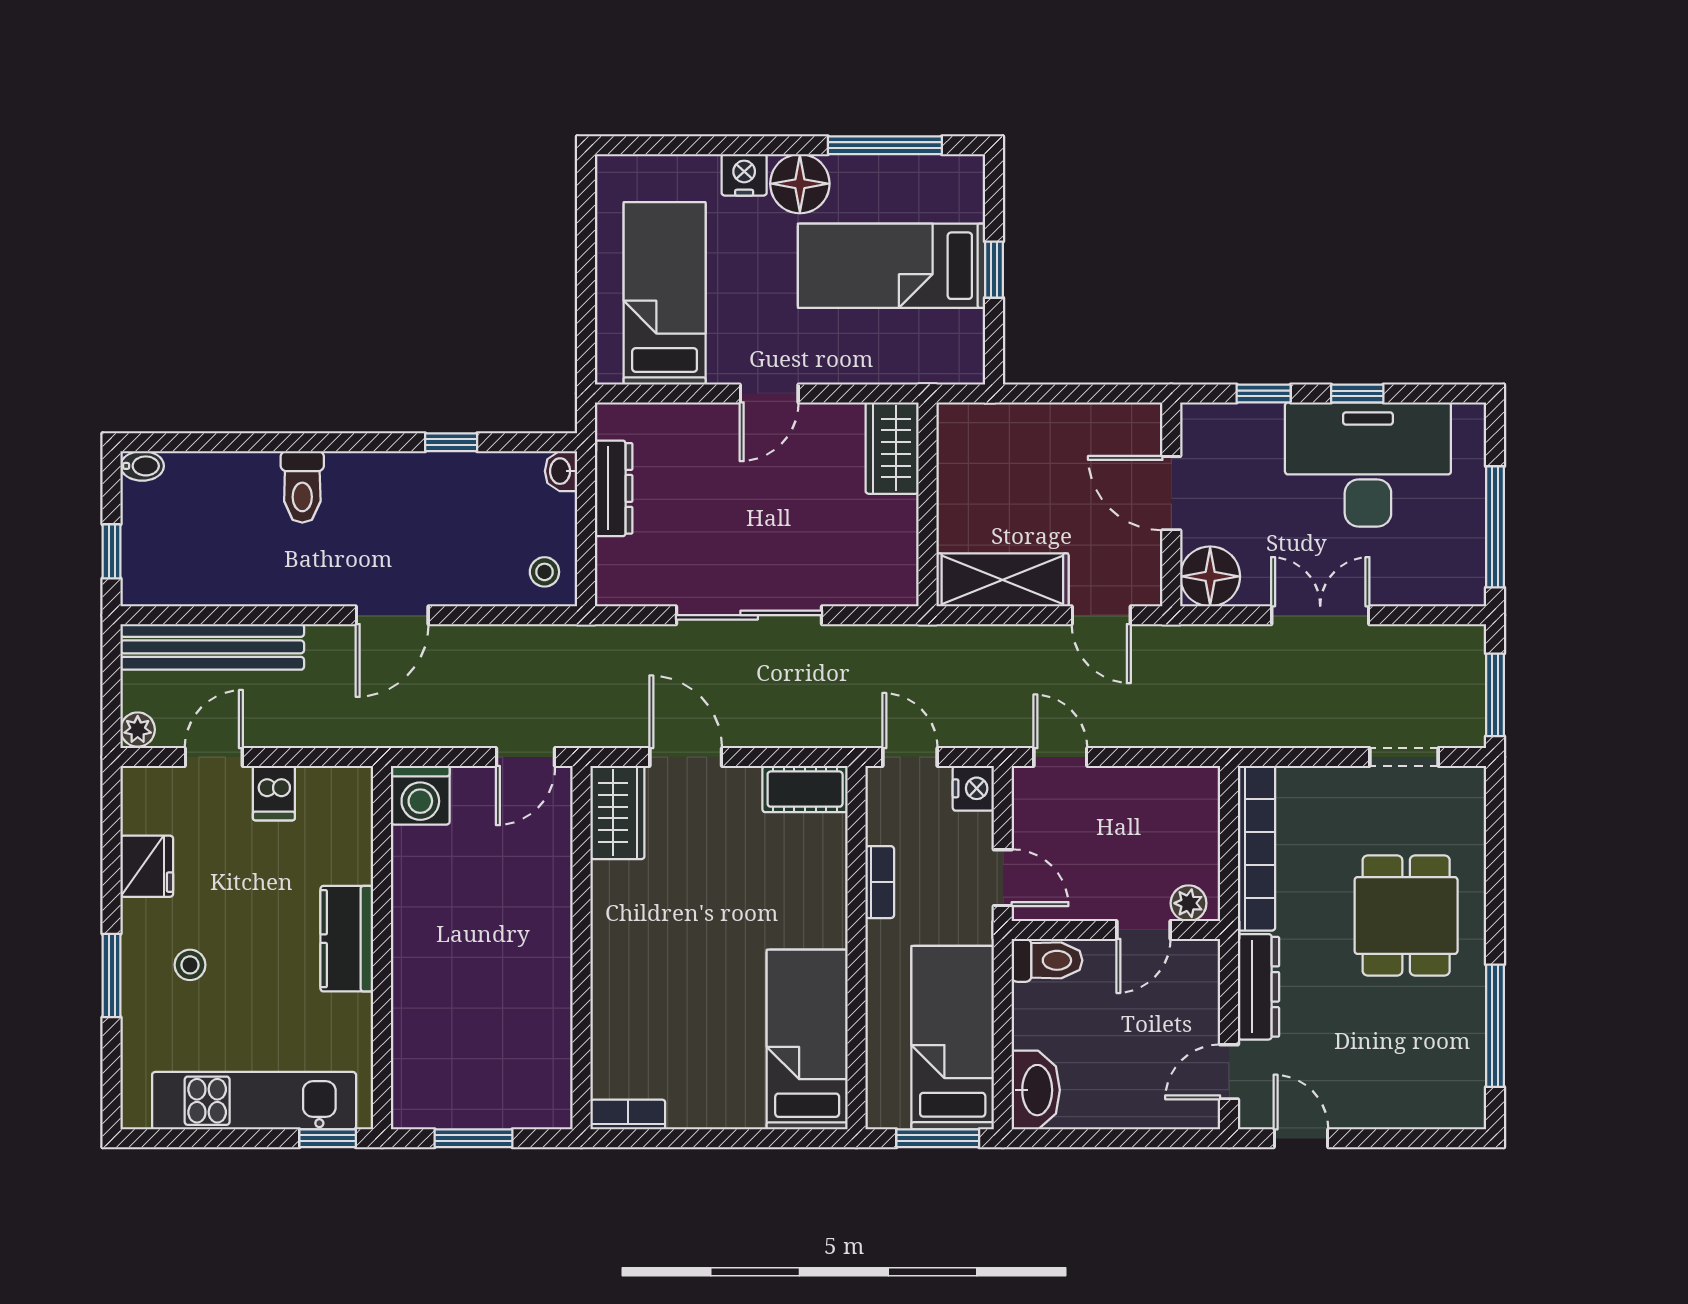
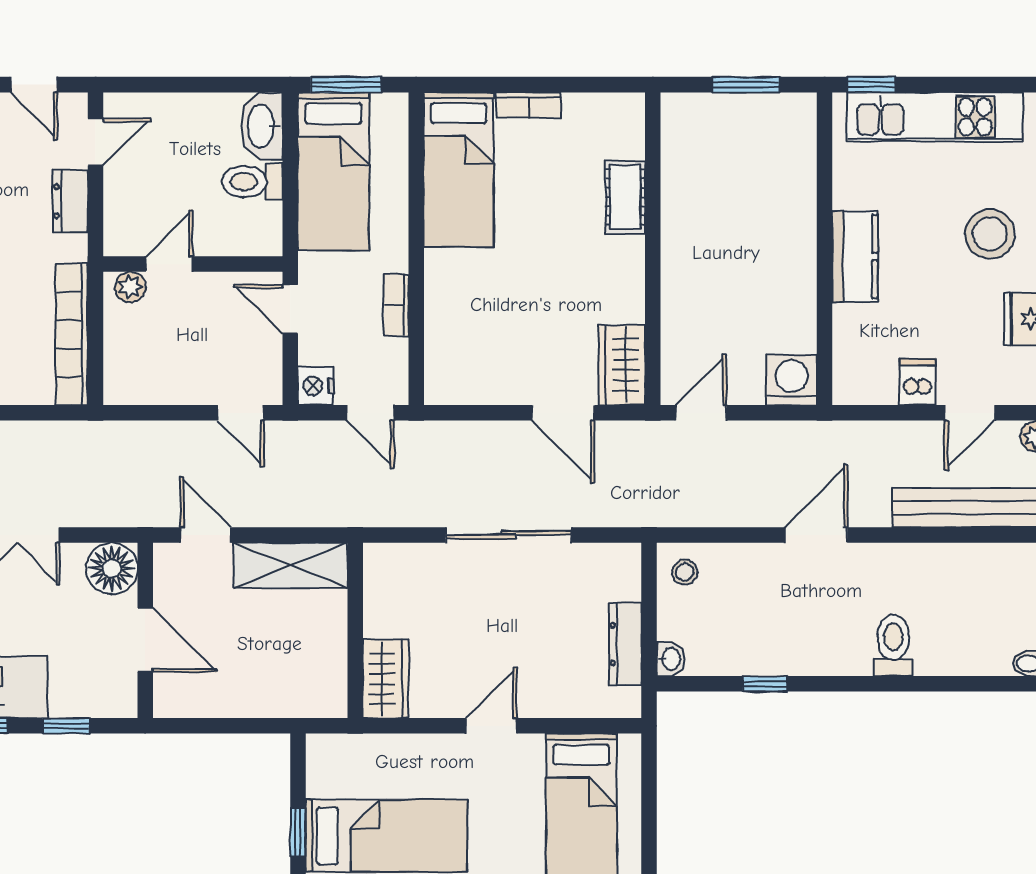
cot: (805, 789) -> (625, 197), moved, turned 90
toilet: (1047, 960) -> (252, 182), moved
stool: (190, 965) -> (990, 234), width x1.89, depth x1.89
dresser: (1258, 987) -> (70, 201), width x0.70
bookcase: (628, 1115) -> (529, 105), moved

